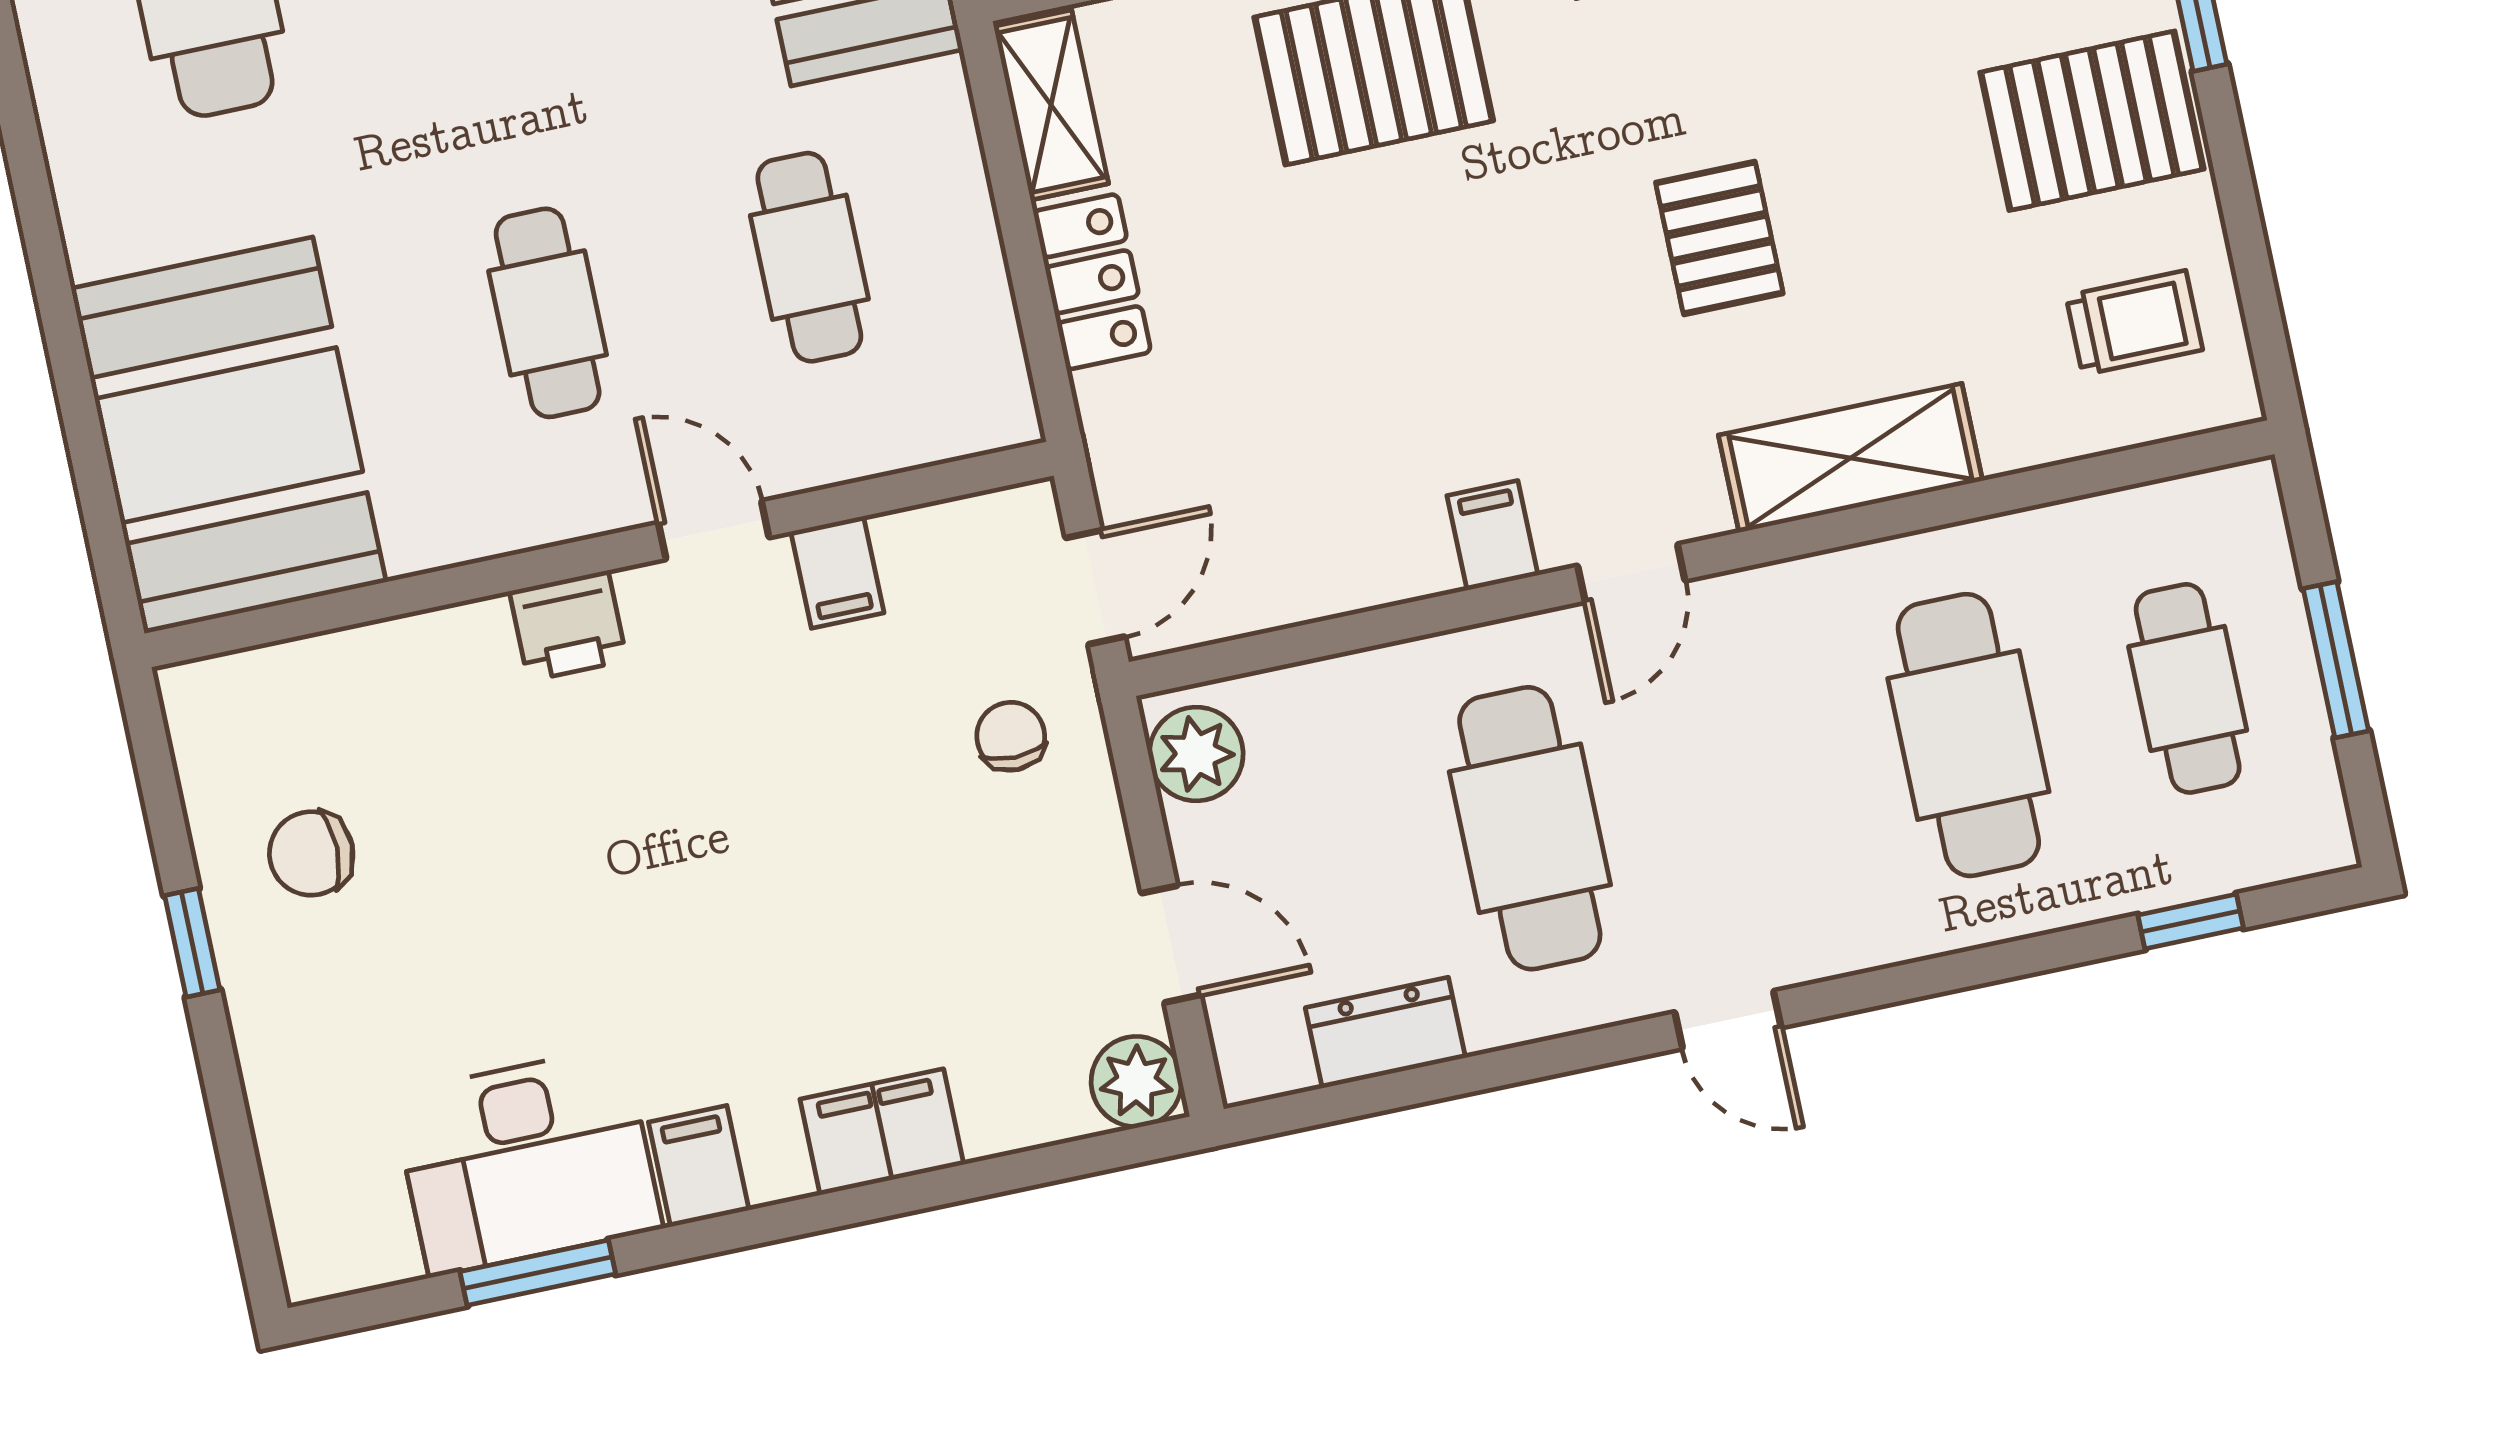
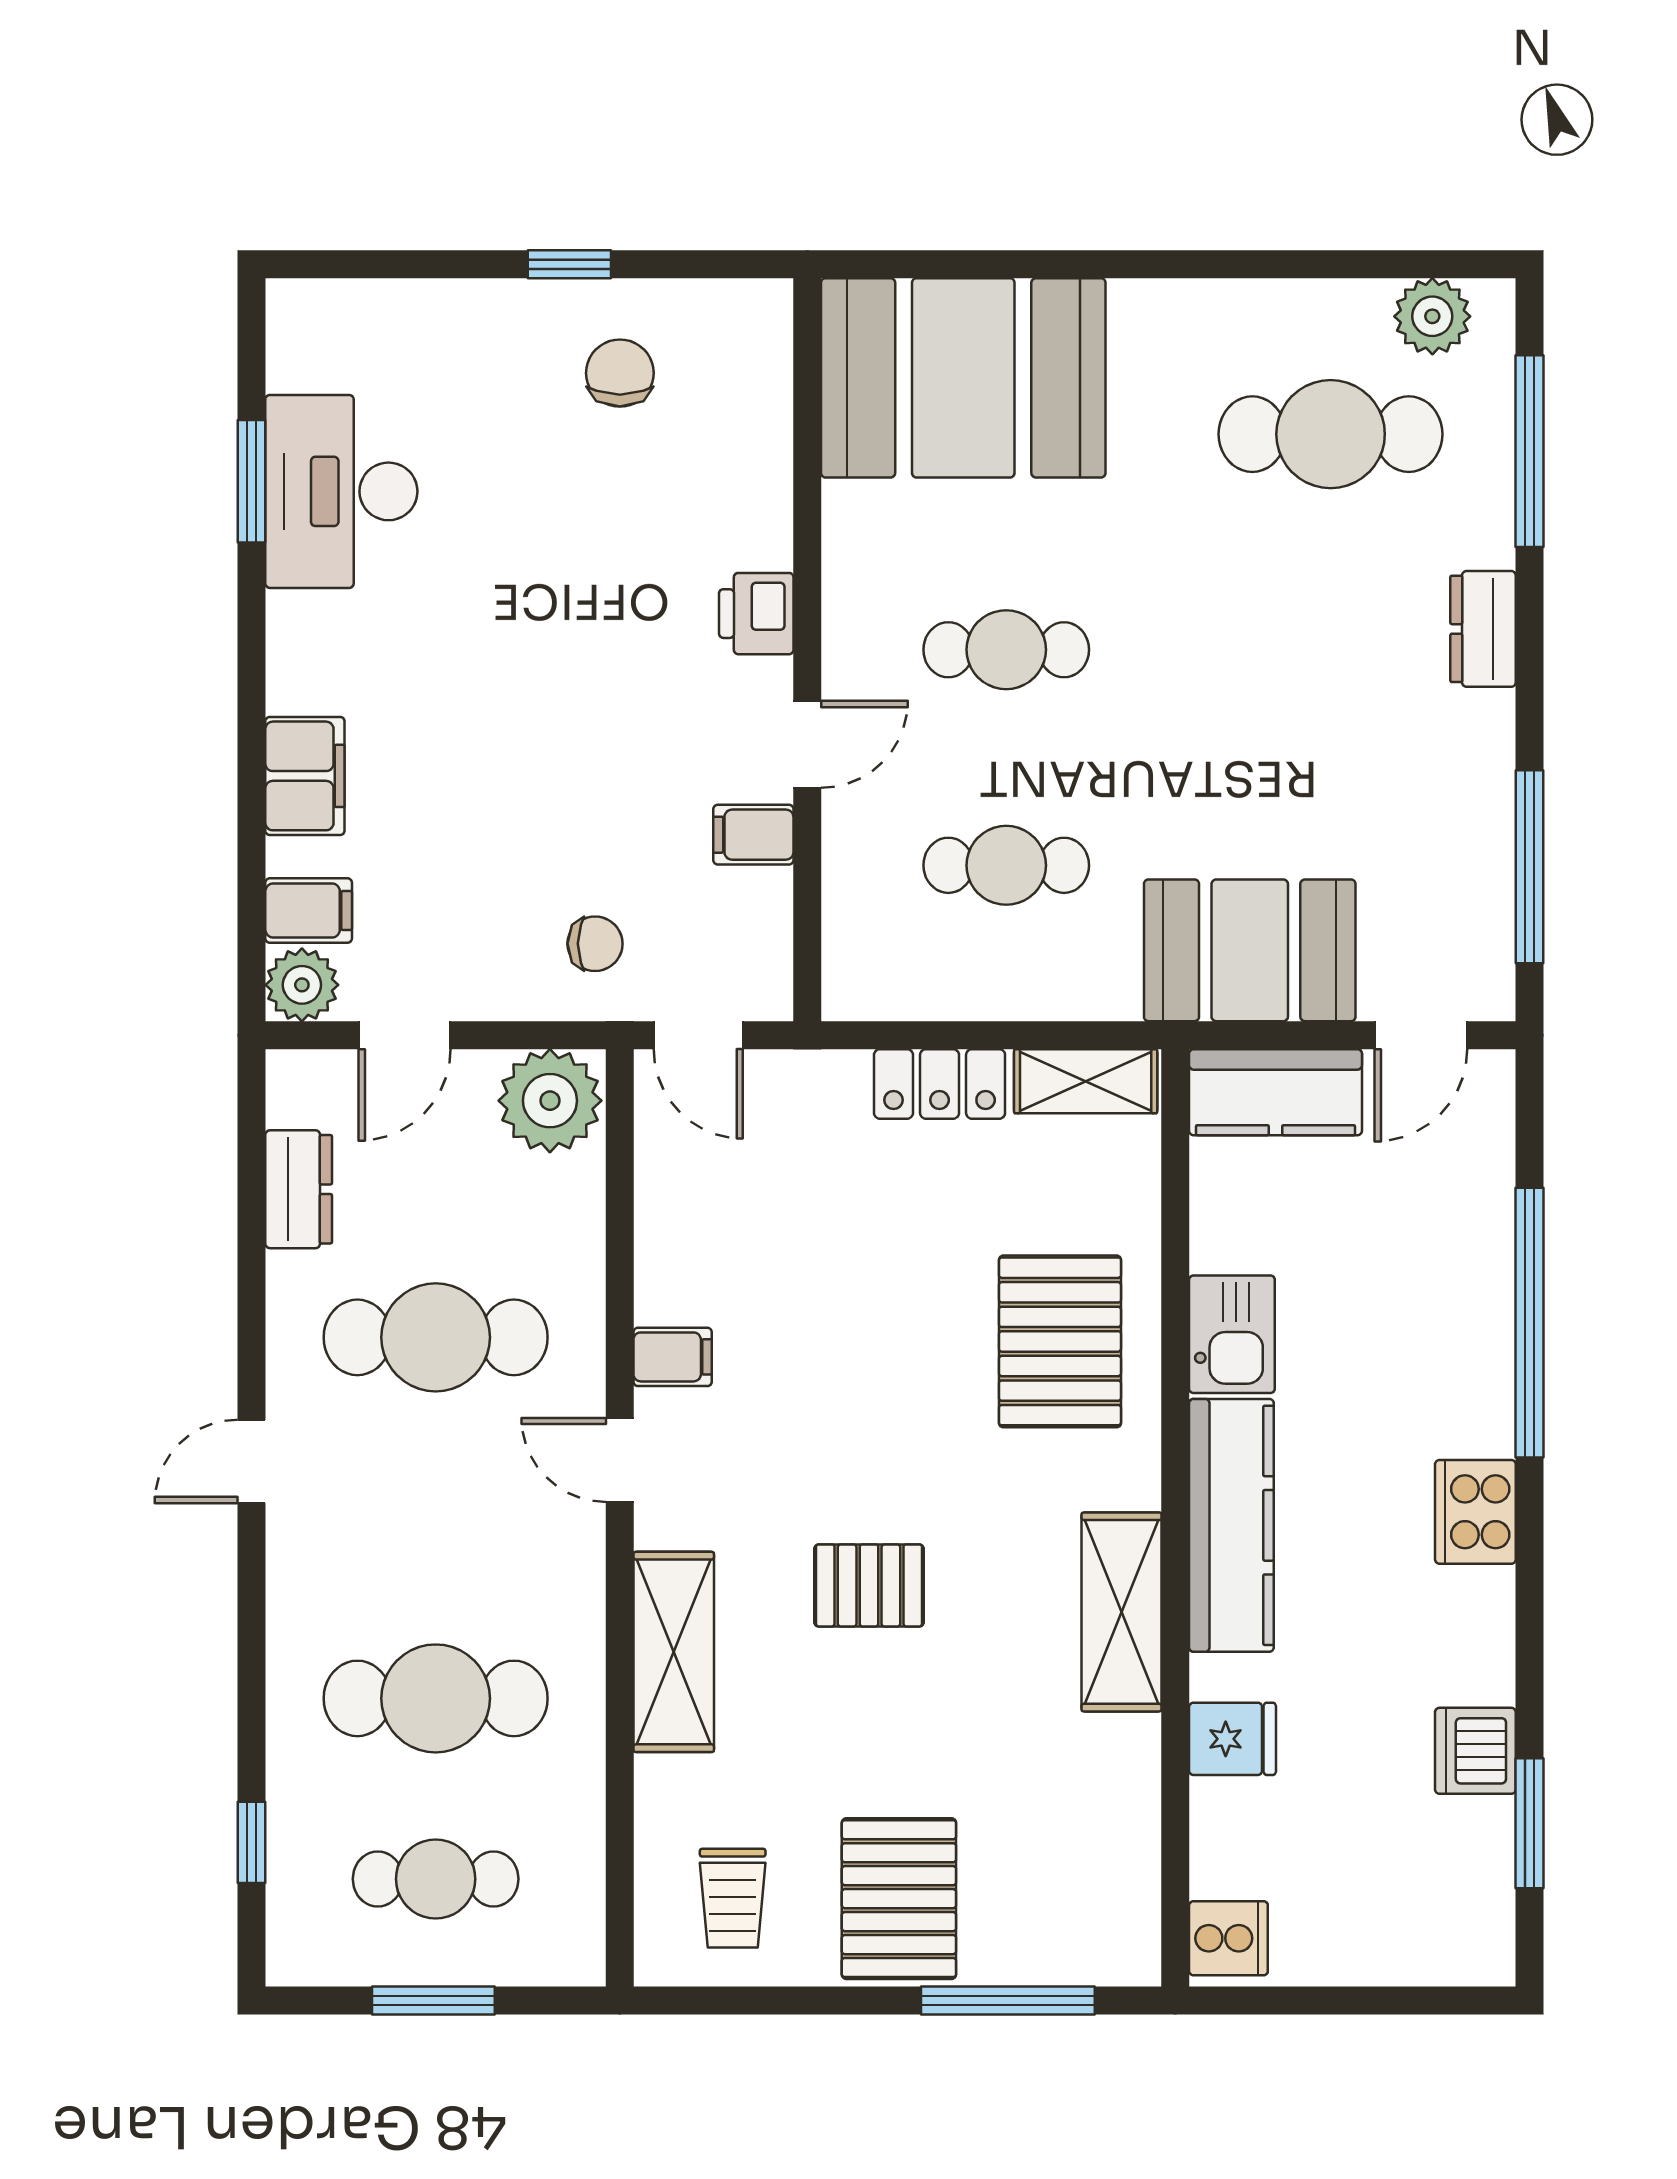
plant: (1196, 754) -> (550, 1101), width x1.36, depth x1.36
filing cabinet: (699, 1166) -> (309, 911), moved

